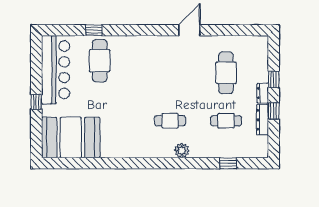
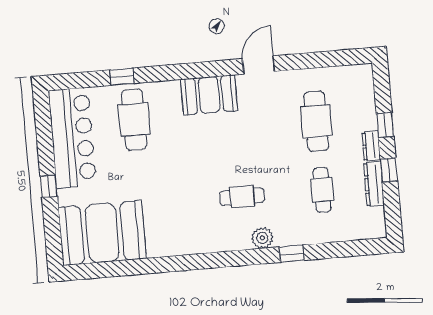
booth: (153, 48) -> (209, 95), added
cafe table: (226, 121) -> (322, 190), turned 90
window: (228, 163) -> (292, 254), moved

